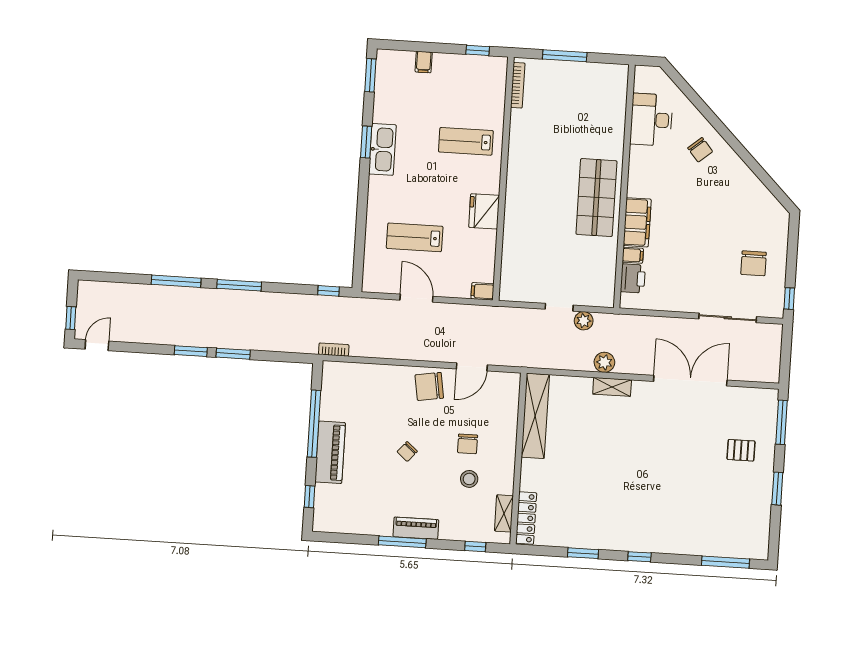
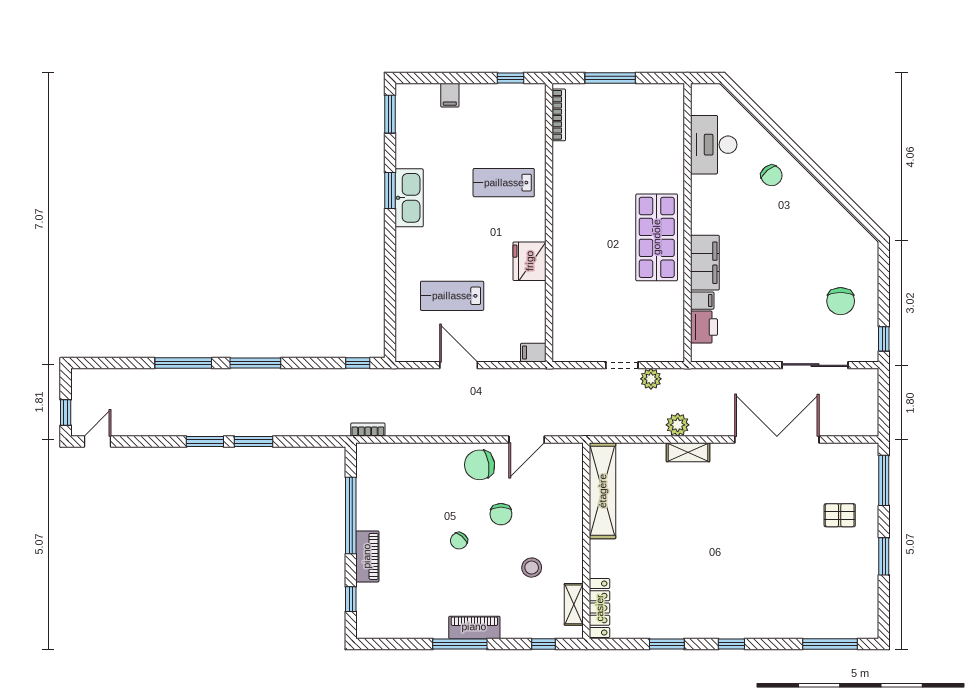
chair: (468, 444) -> (501, 514), moved
piano: (330, 452) -> (367, 556), width x0.73, depth x0.75

